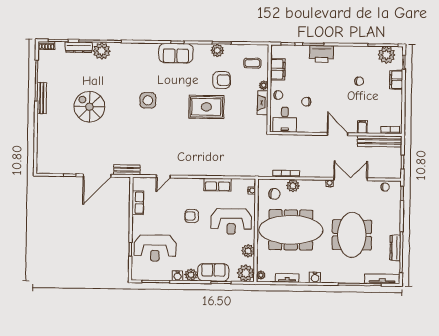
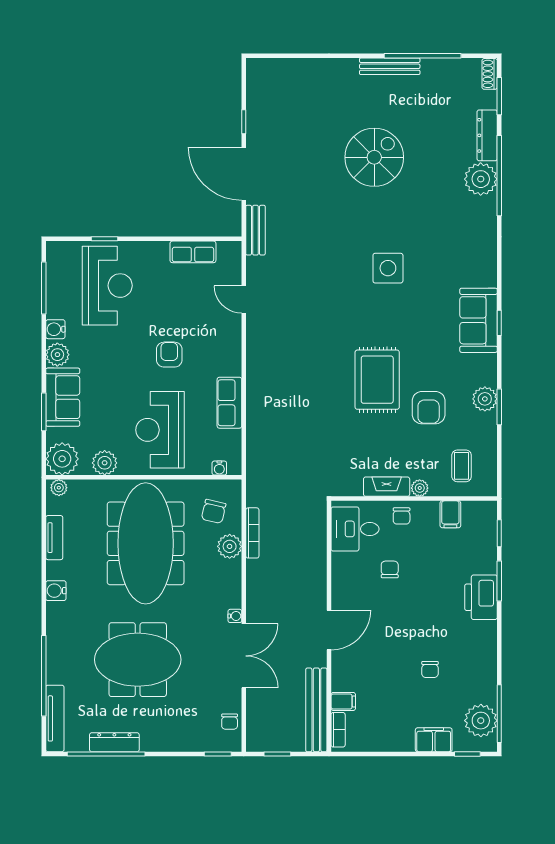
filing cabinet: (278, 69) -> (450, 514), width x0.50
filing cabinet: (362, 127) -> (343, 701), moved
reception desk: (155, 248) -> (107, 286), turned 180

